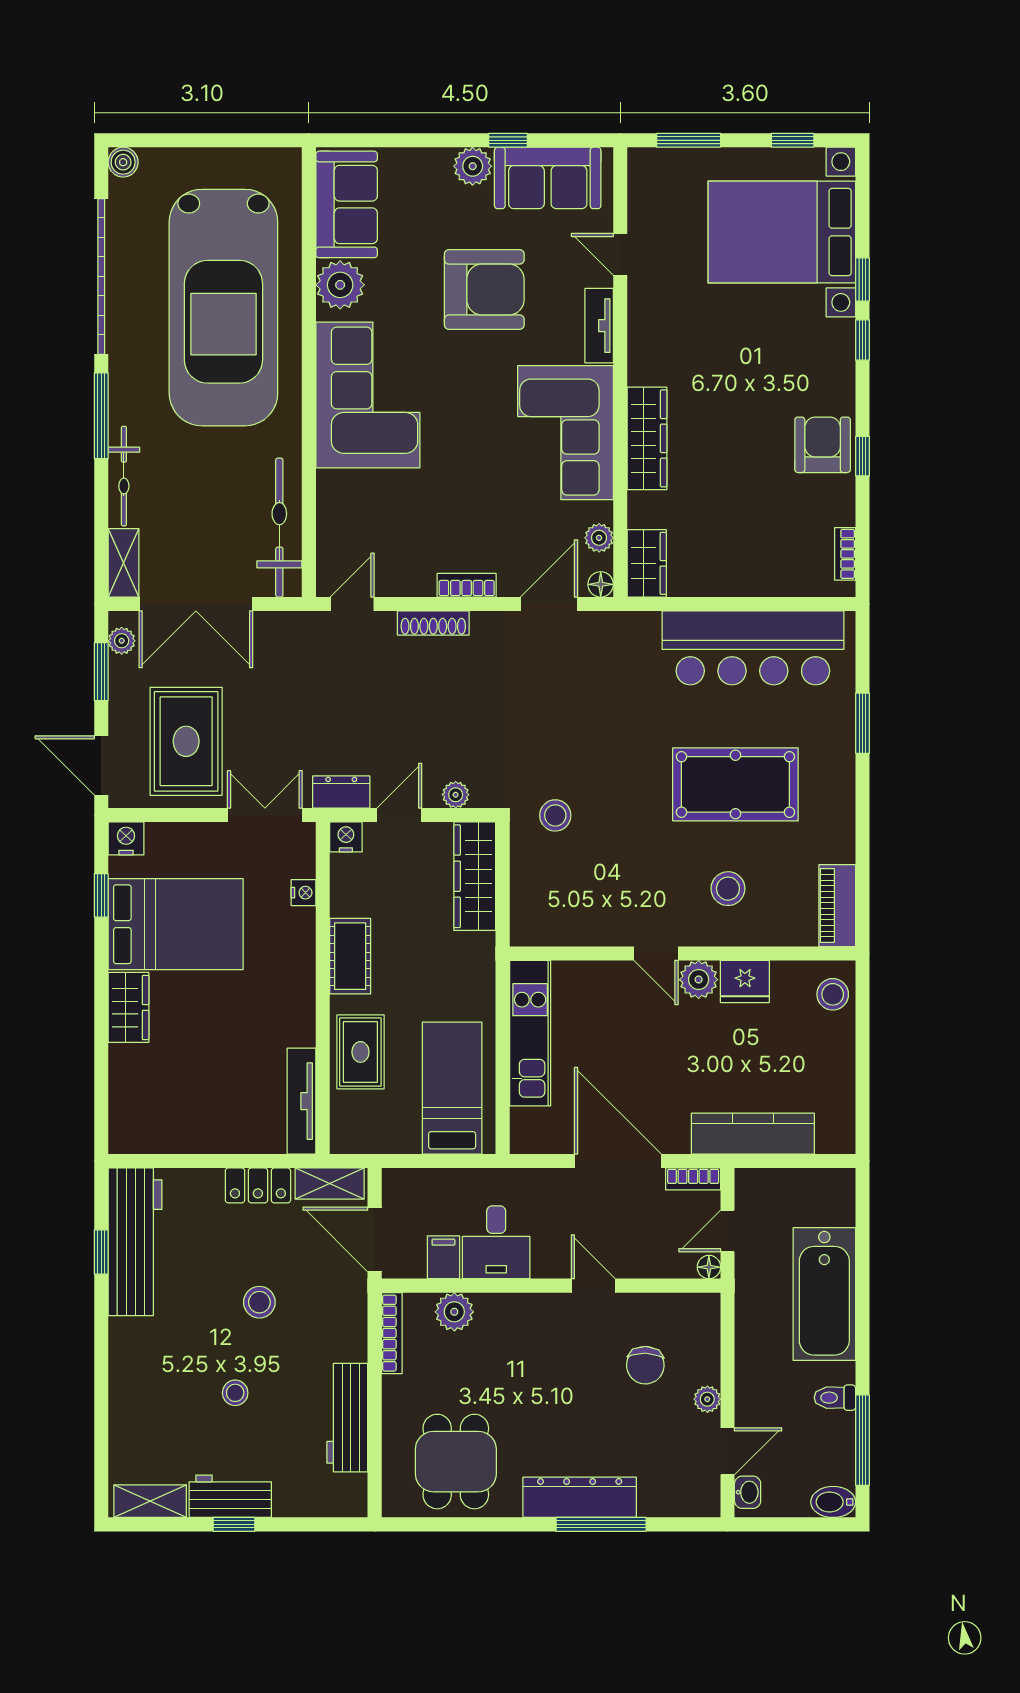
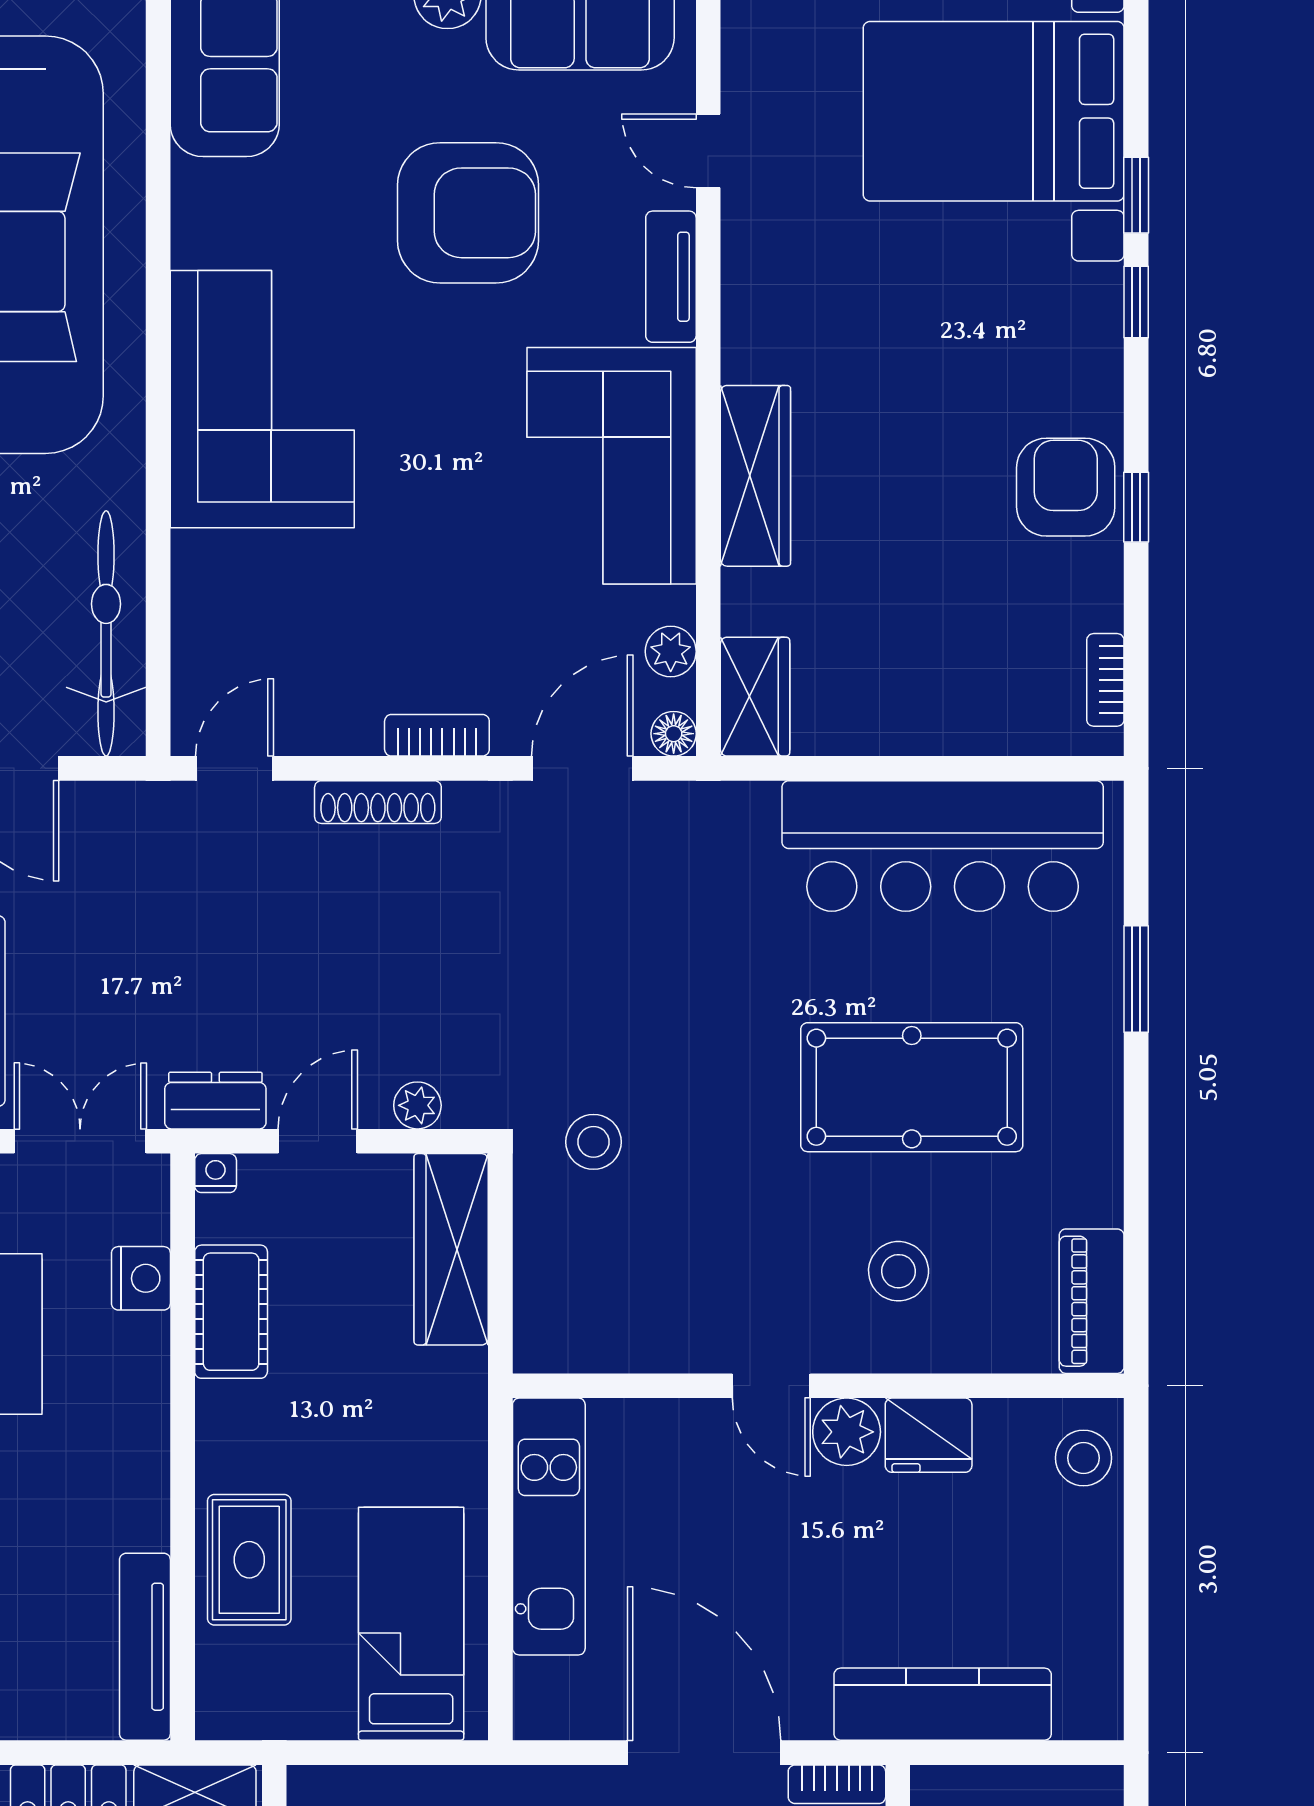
plant: (340, 285) -> (213, 205), removed
nightstand: (346, 837) -> (216, 1173), width x0.72, depth x0.74
nightstand: (303, 893) -> (141, 1278), width x1.39, depth x1.35
cot: (350, 956) -> (231, 1312), moved

